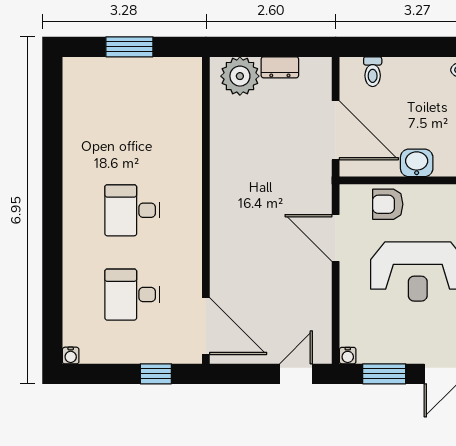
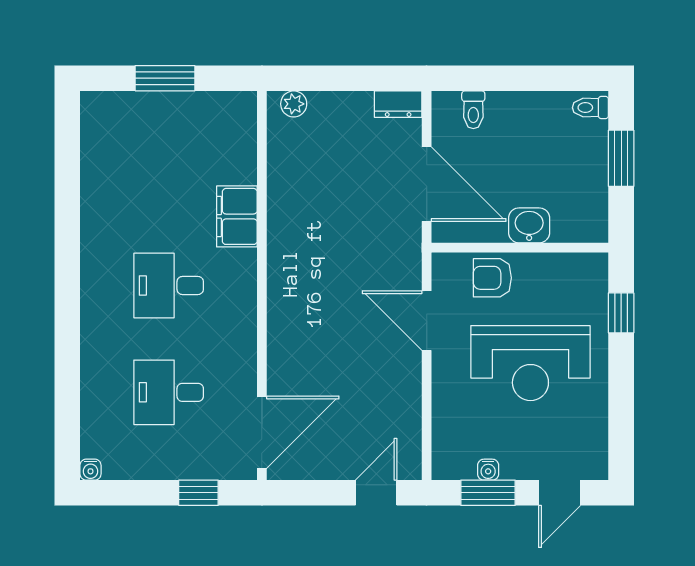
dresser: (280, 67) -> (398, 104), moved
plant: (240, 76) -> (294, 104), width x0.53, depth x0.53
filing cabinet: (186, 156) -> (237, 216), added
door: (206, 326) -> (262, 432), hinge flipped
water cooler: (348, 356) -> (488, 470), moved

